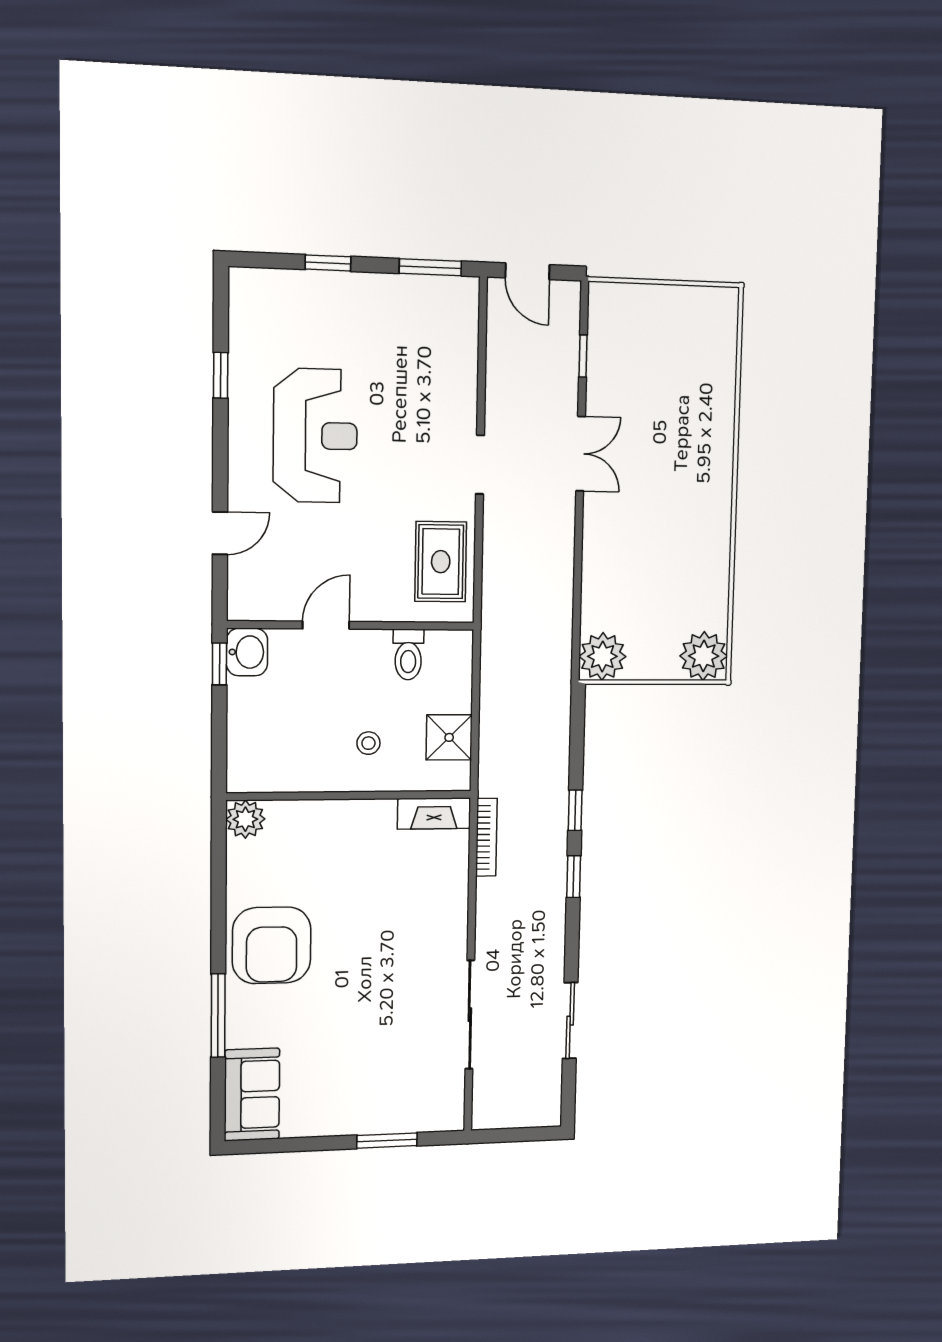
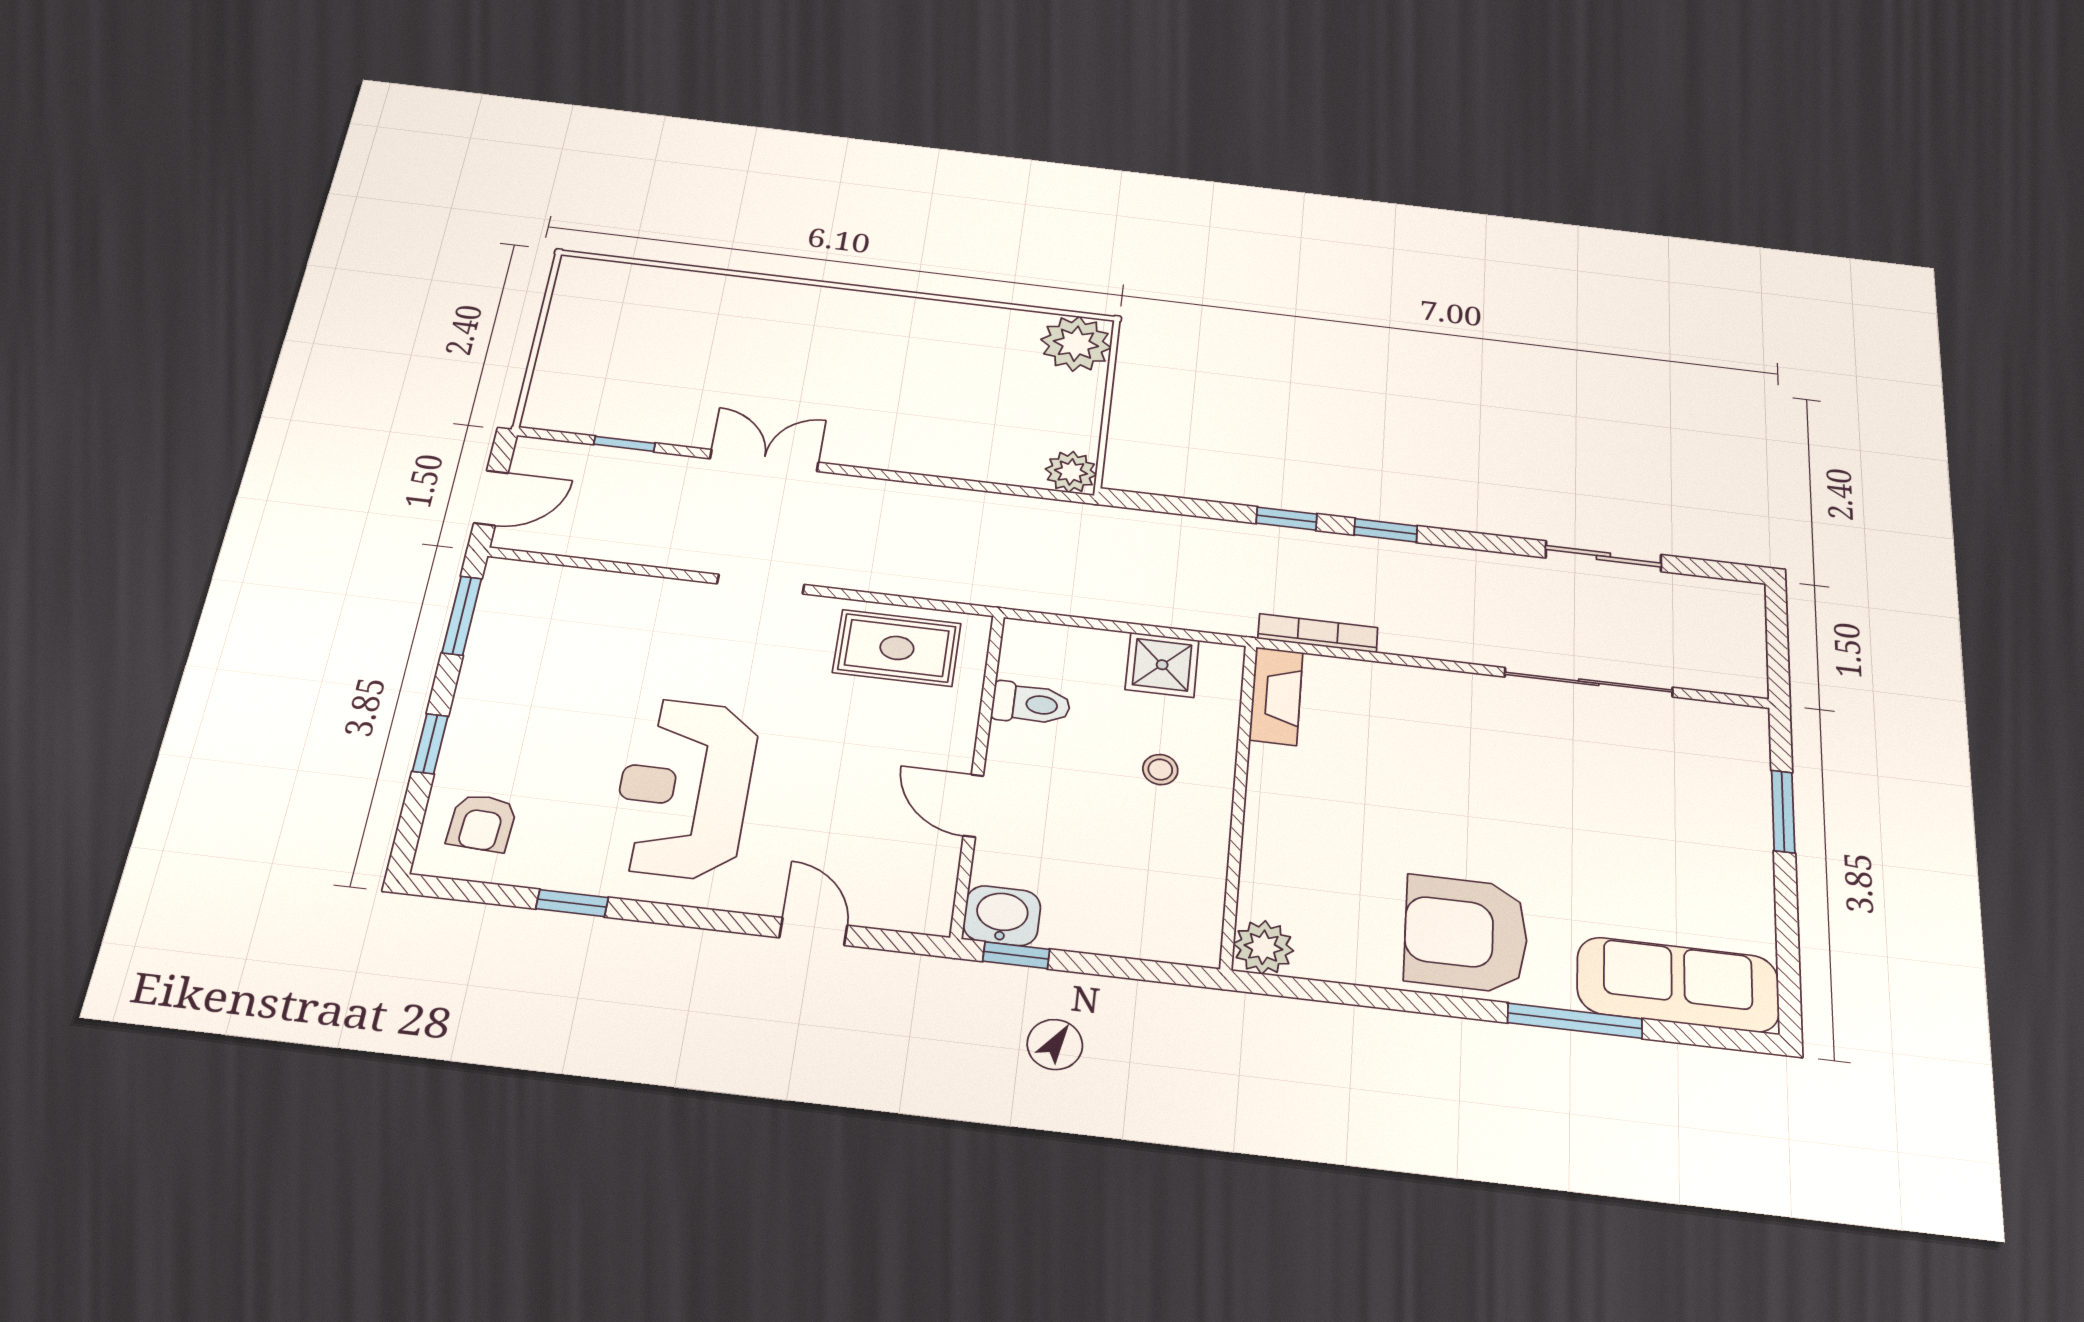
armchair: (273, 307) -> (482, 823), added
reception desk: (315, 436) -> (684, 788), turned -90
plant: (602, 656) -> (1071, 472), width x0.73, depth x0.73
armchair: (272, 945) -> (1466, 934), turned 180
sofa: (252, 1095) -> (1678, 985), width x1.36

